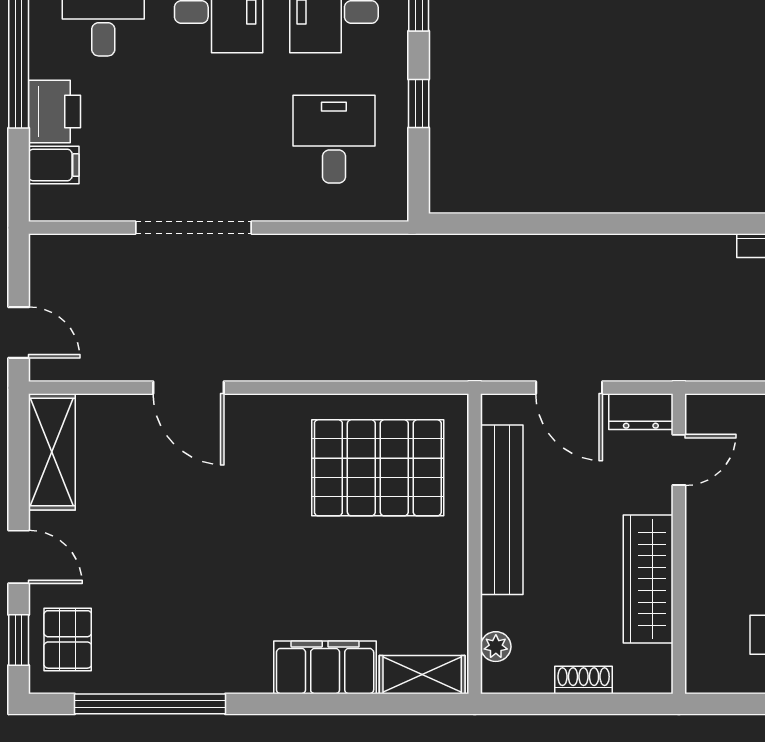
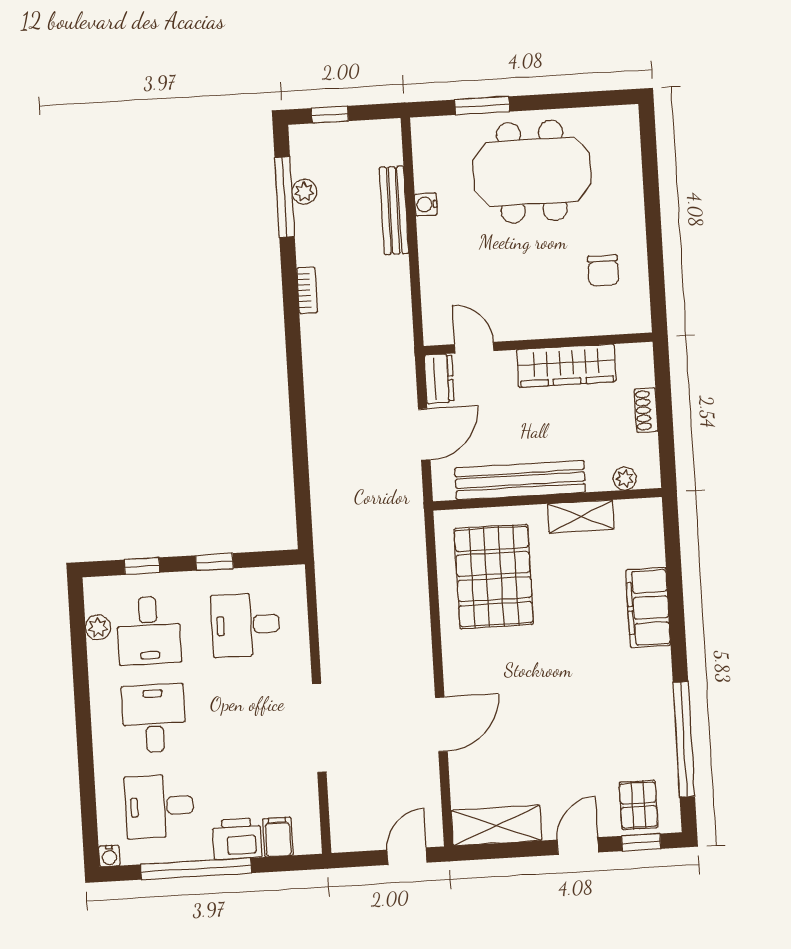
pallet: (68, 639) -> (638, 805), turned 90
shelving: (422, 675) -> (581, 517), moved, turned 90

